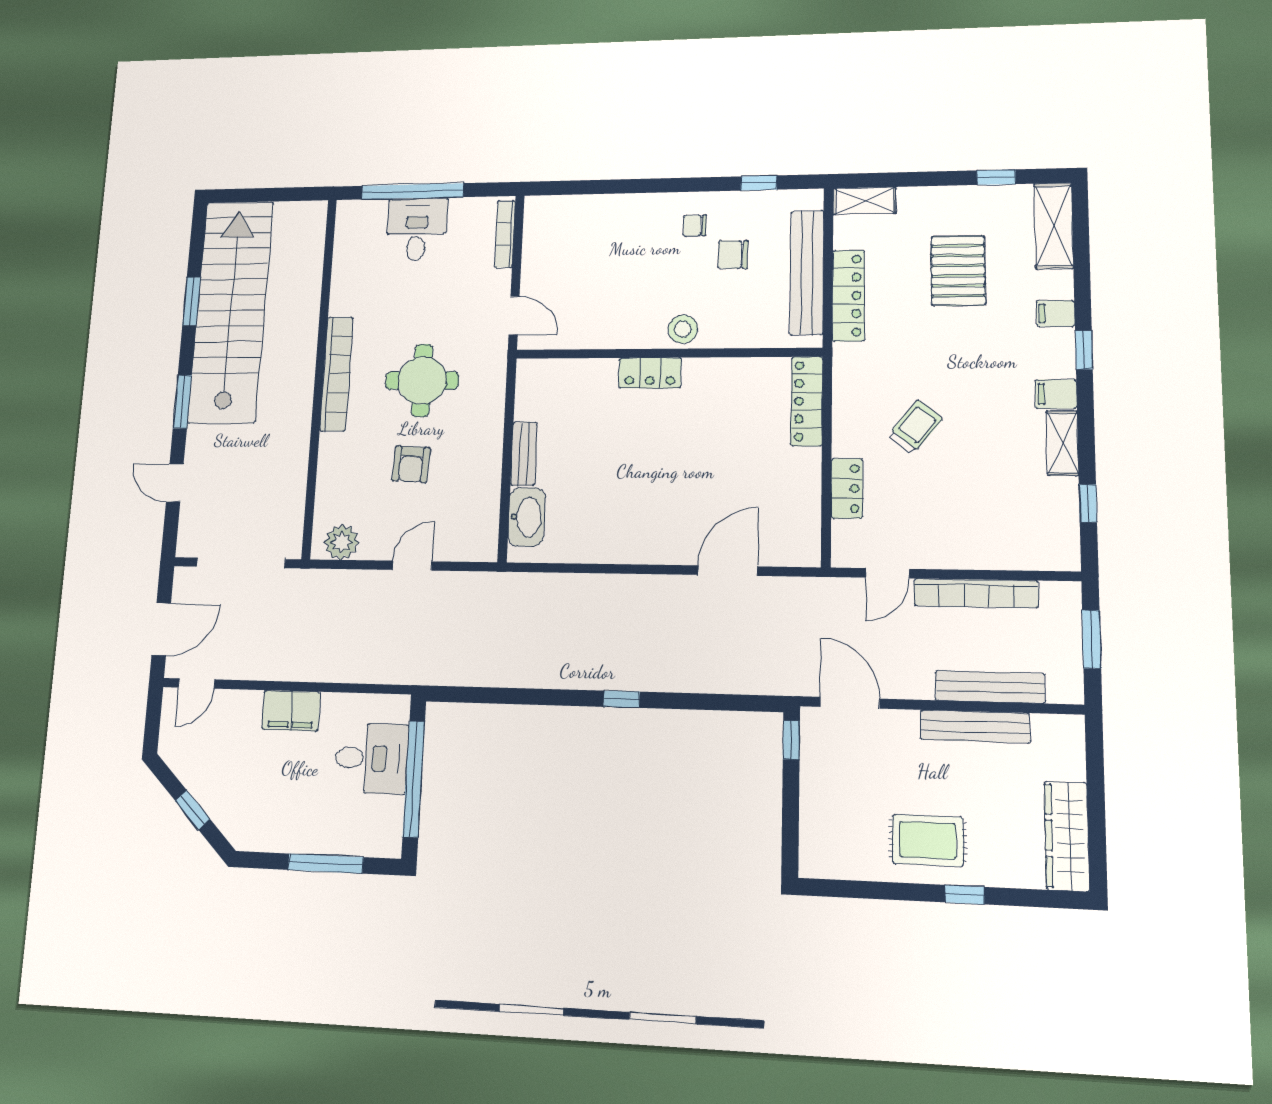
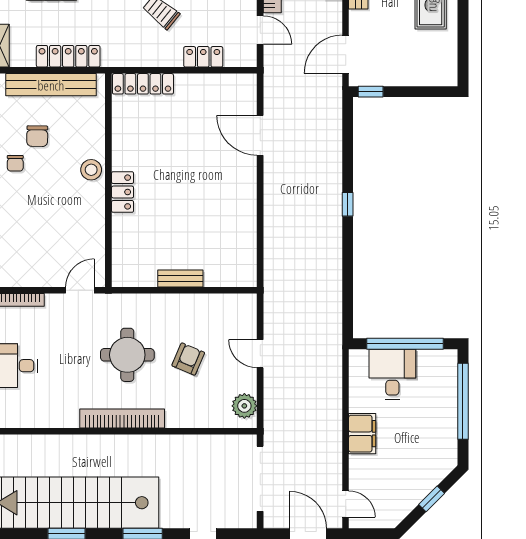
armchair: (411, 464) -> (188, 359), turned -70
washbasin: (526, 517) -> (225, 275), removed
window: (326, 864) -> (463, 401), width x1.46

